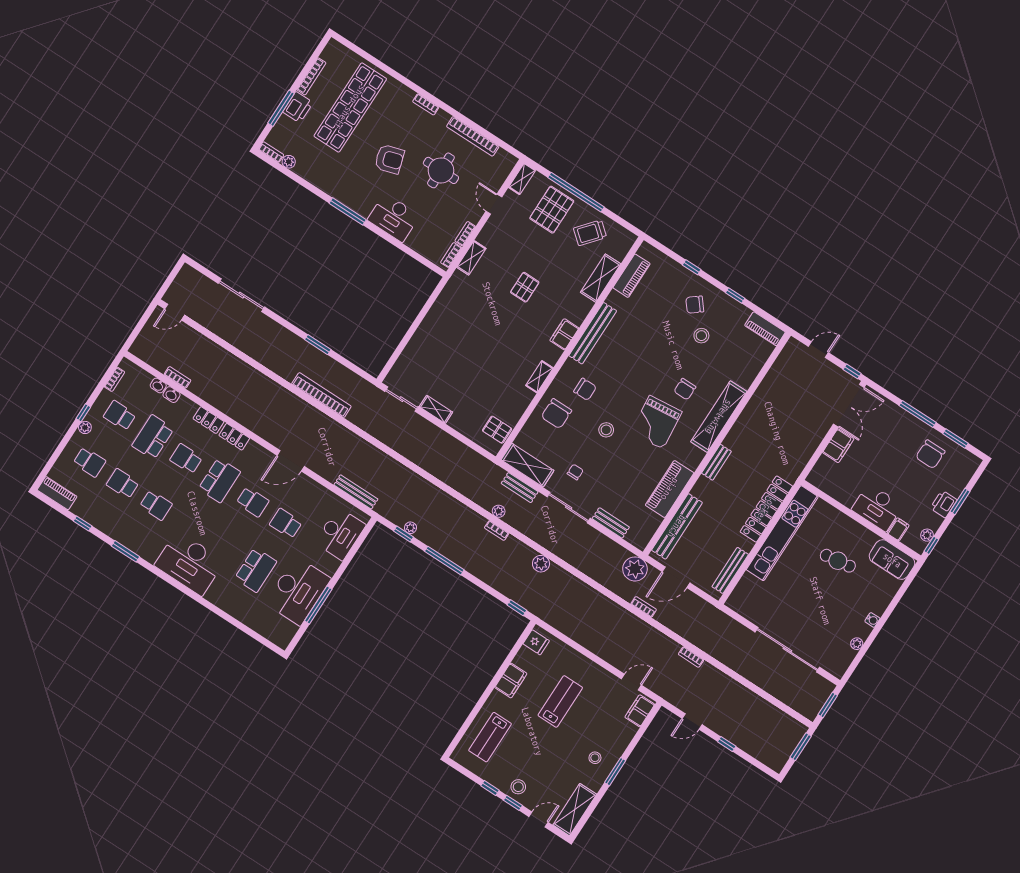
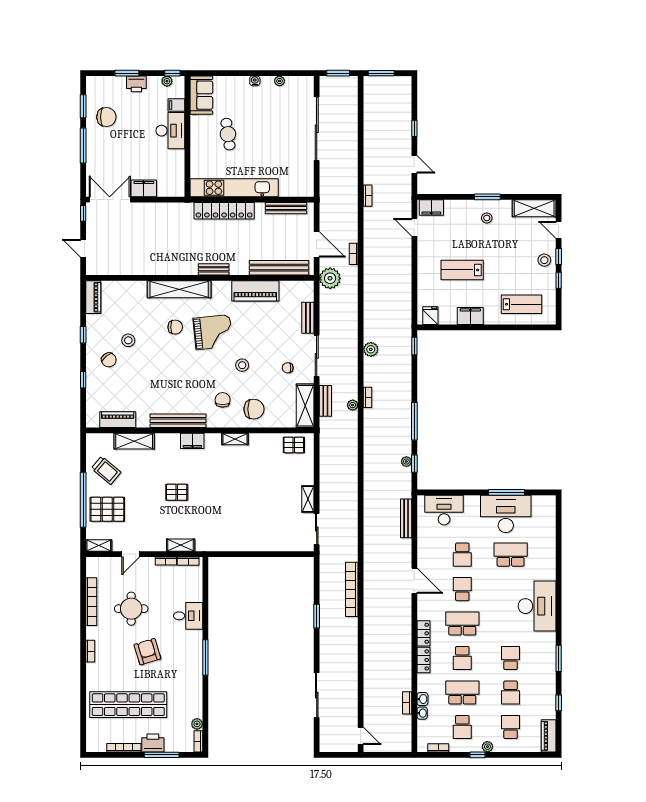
desk: (394, 218) -> (188, 616), width x0.73
pallet: (497, 430) -> (294, 445), turned 90
school desk: (153, 437) -> (462, 692), turned 180

